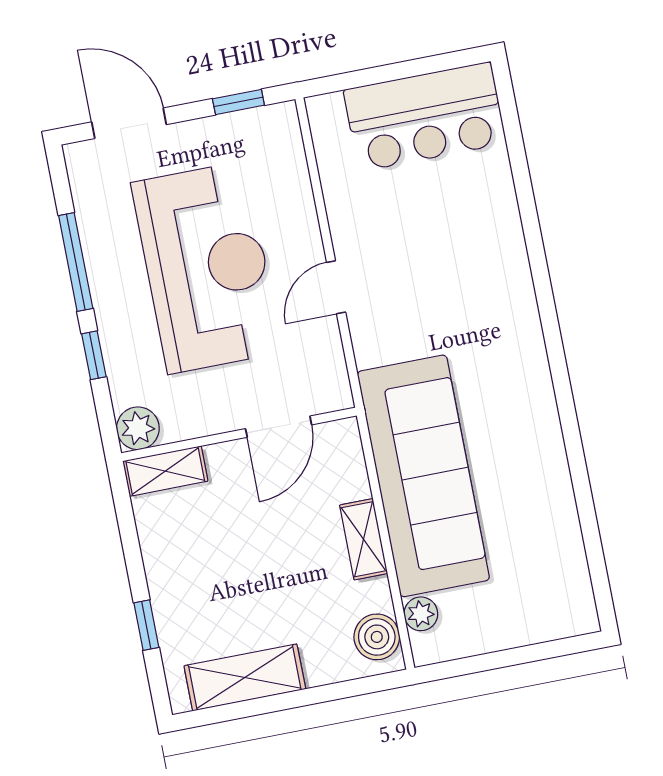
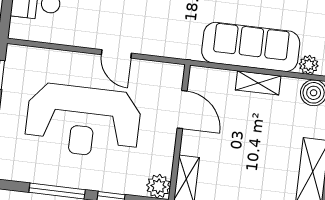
reception desk: (207, 268) -> (83, 121), turned 180
sofa: (423, 476) -> (251, 47), width x0.74, depth x0.79

